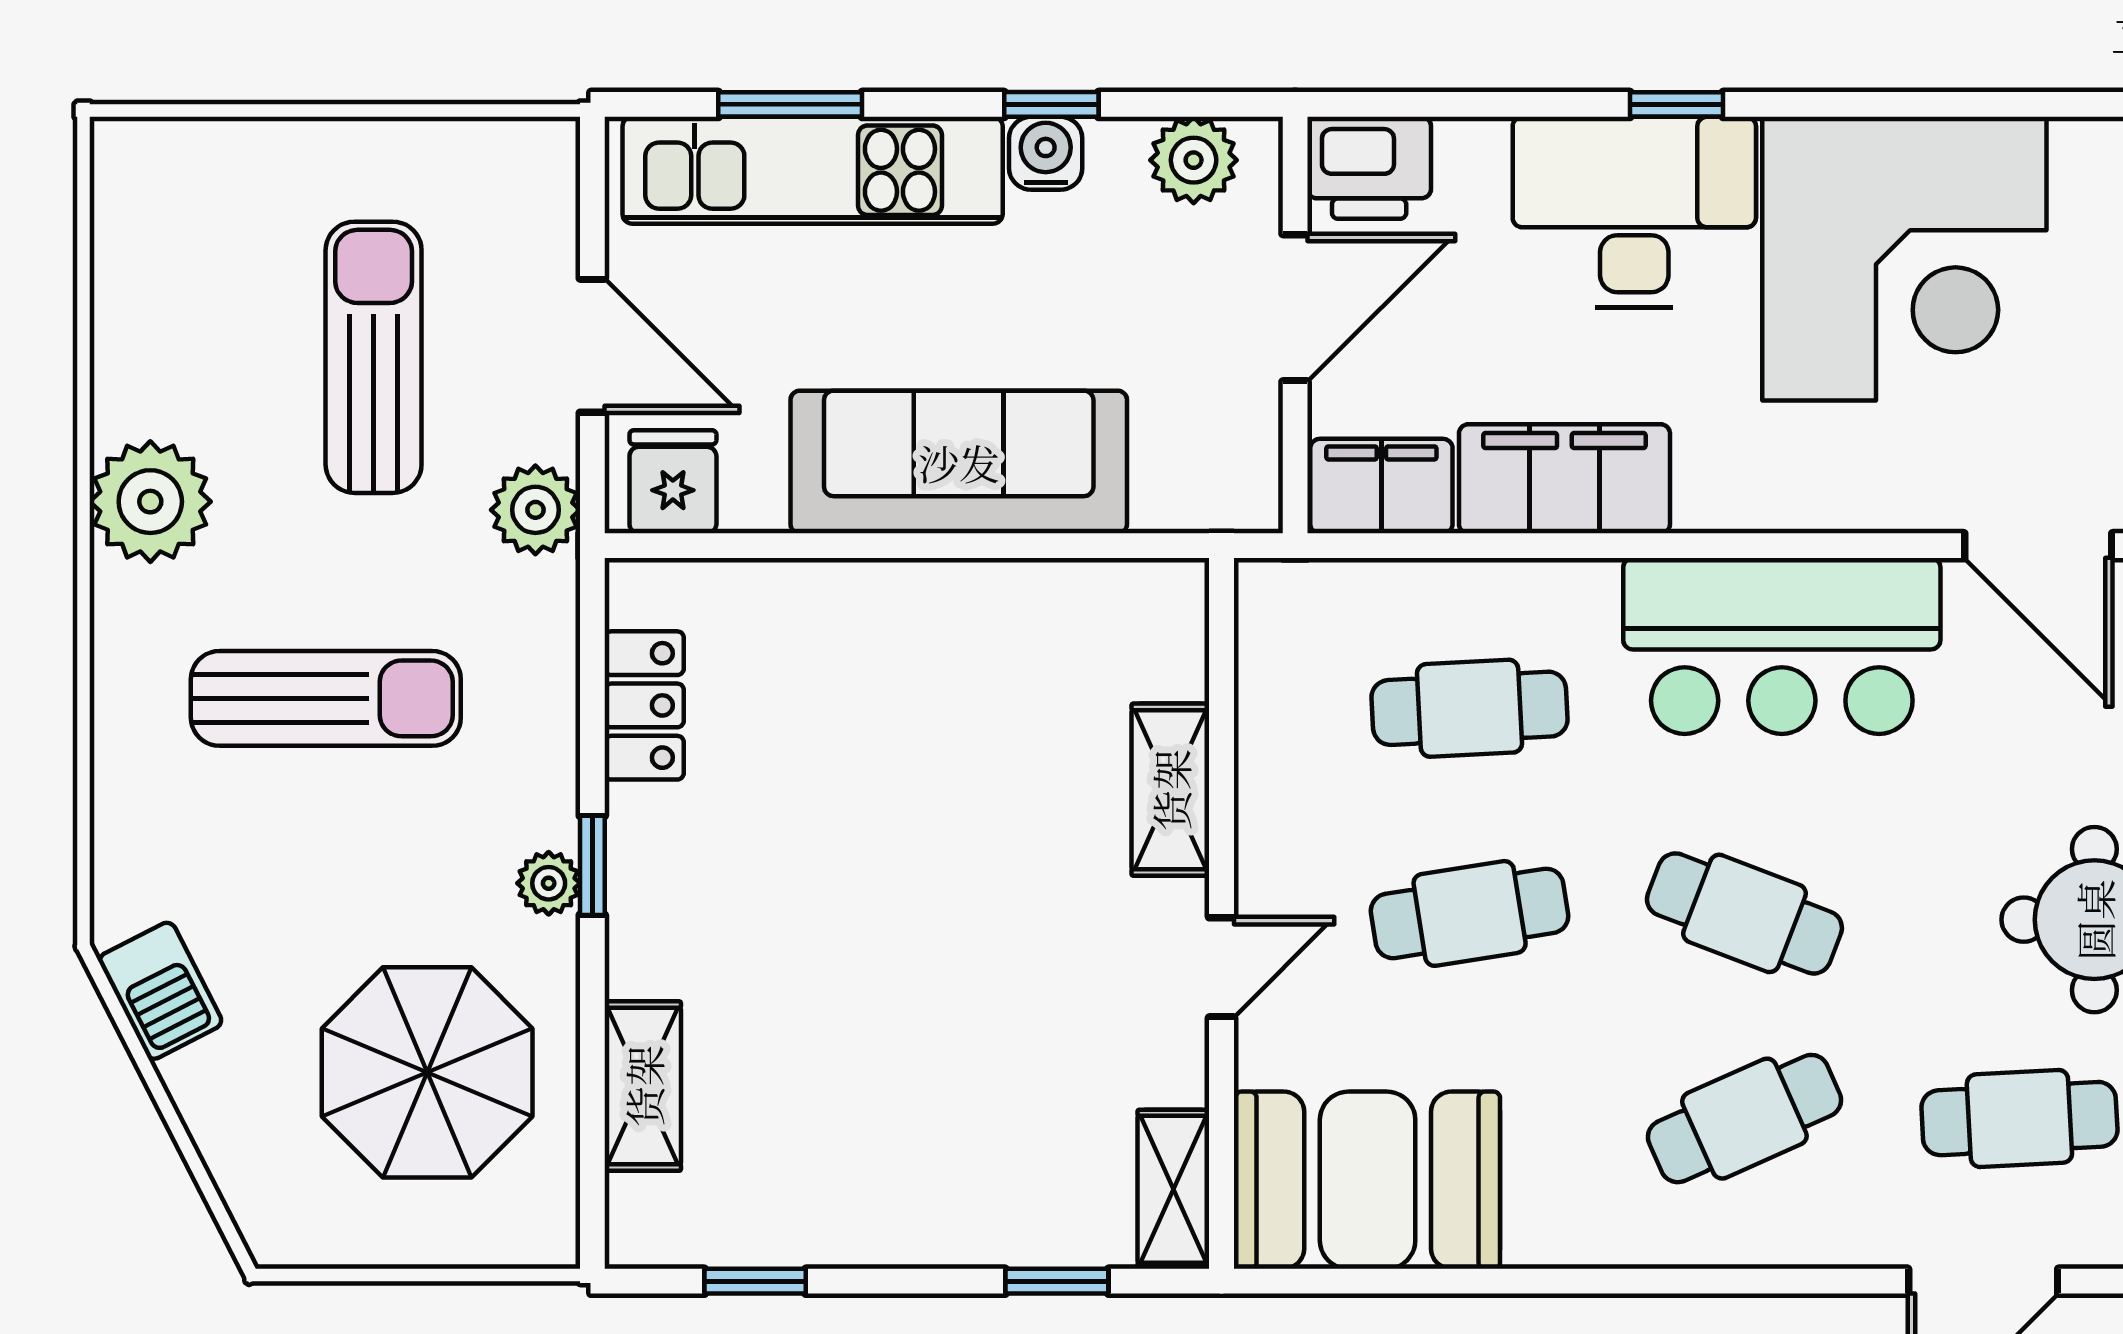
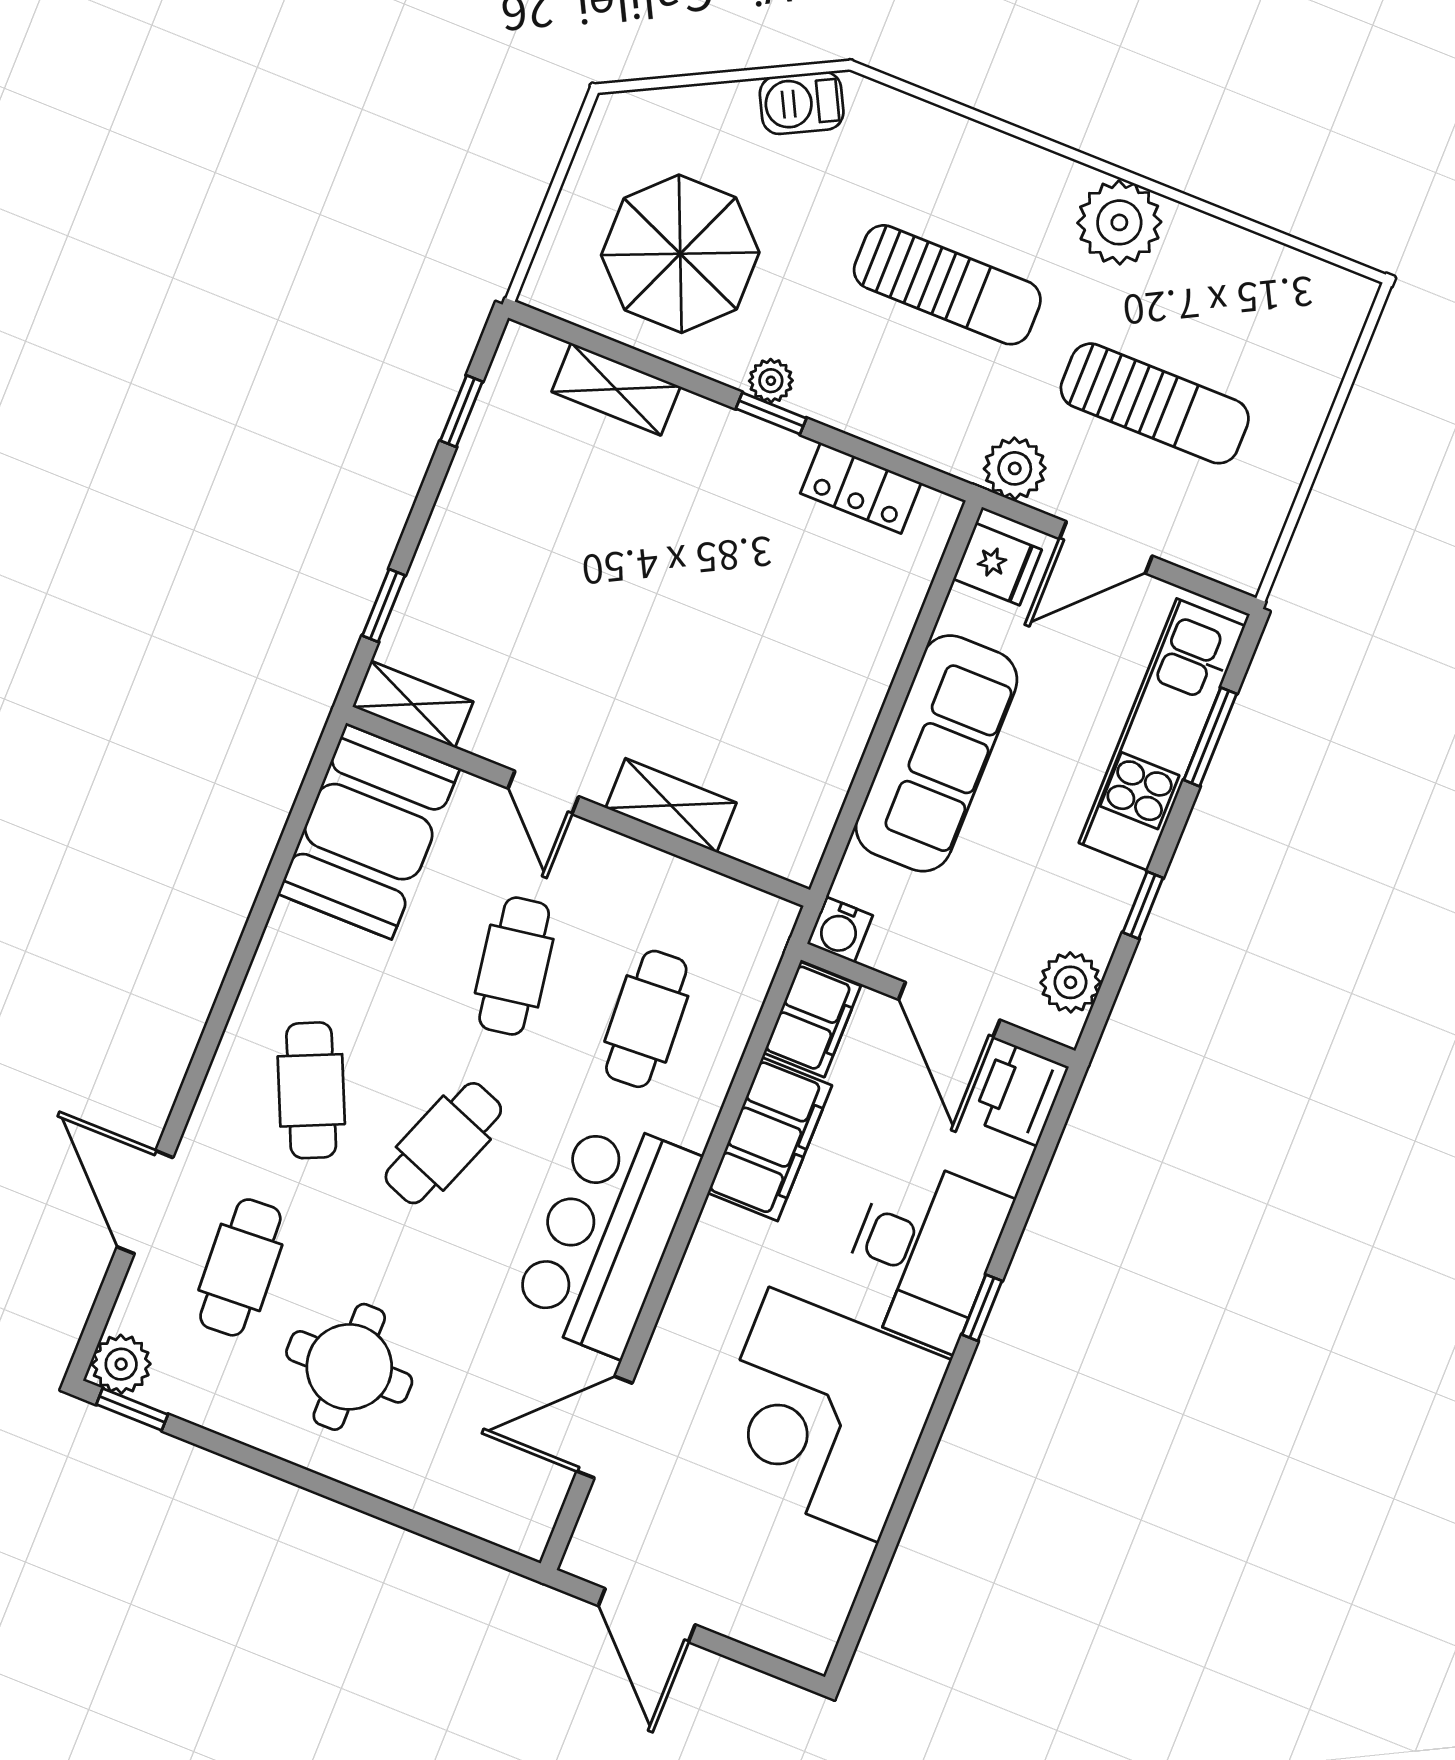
water cooler: (1046, 153) -> (840, 930), moved, turned 90
sun lounger: (326, 698) -> (947, 285), turned -90

